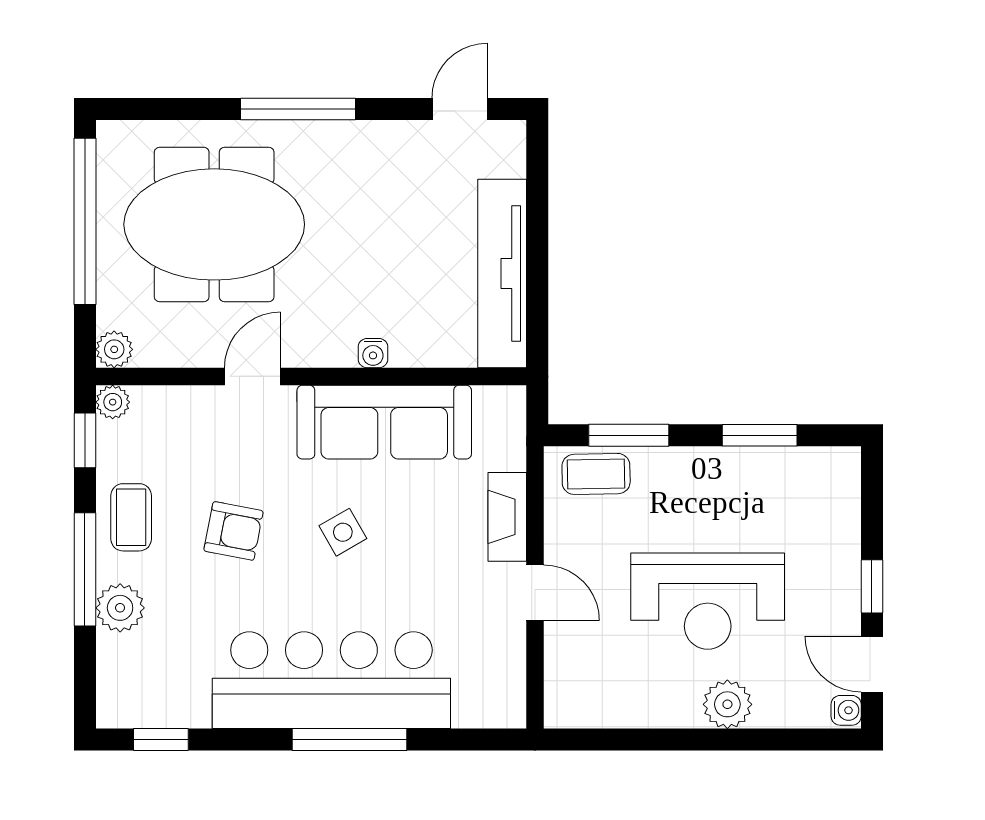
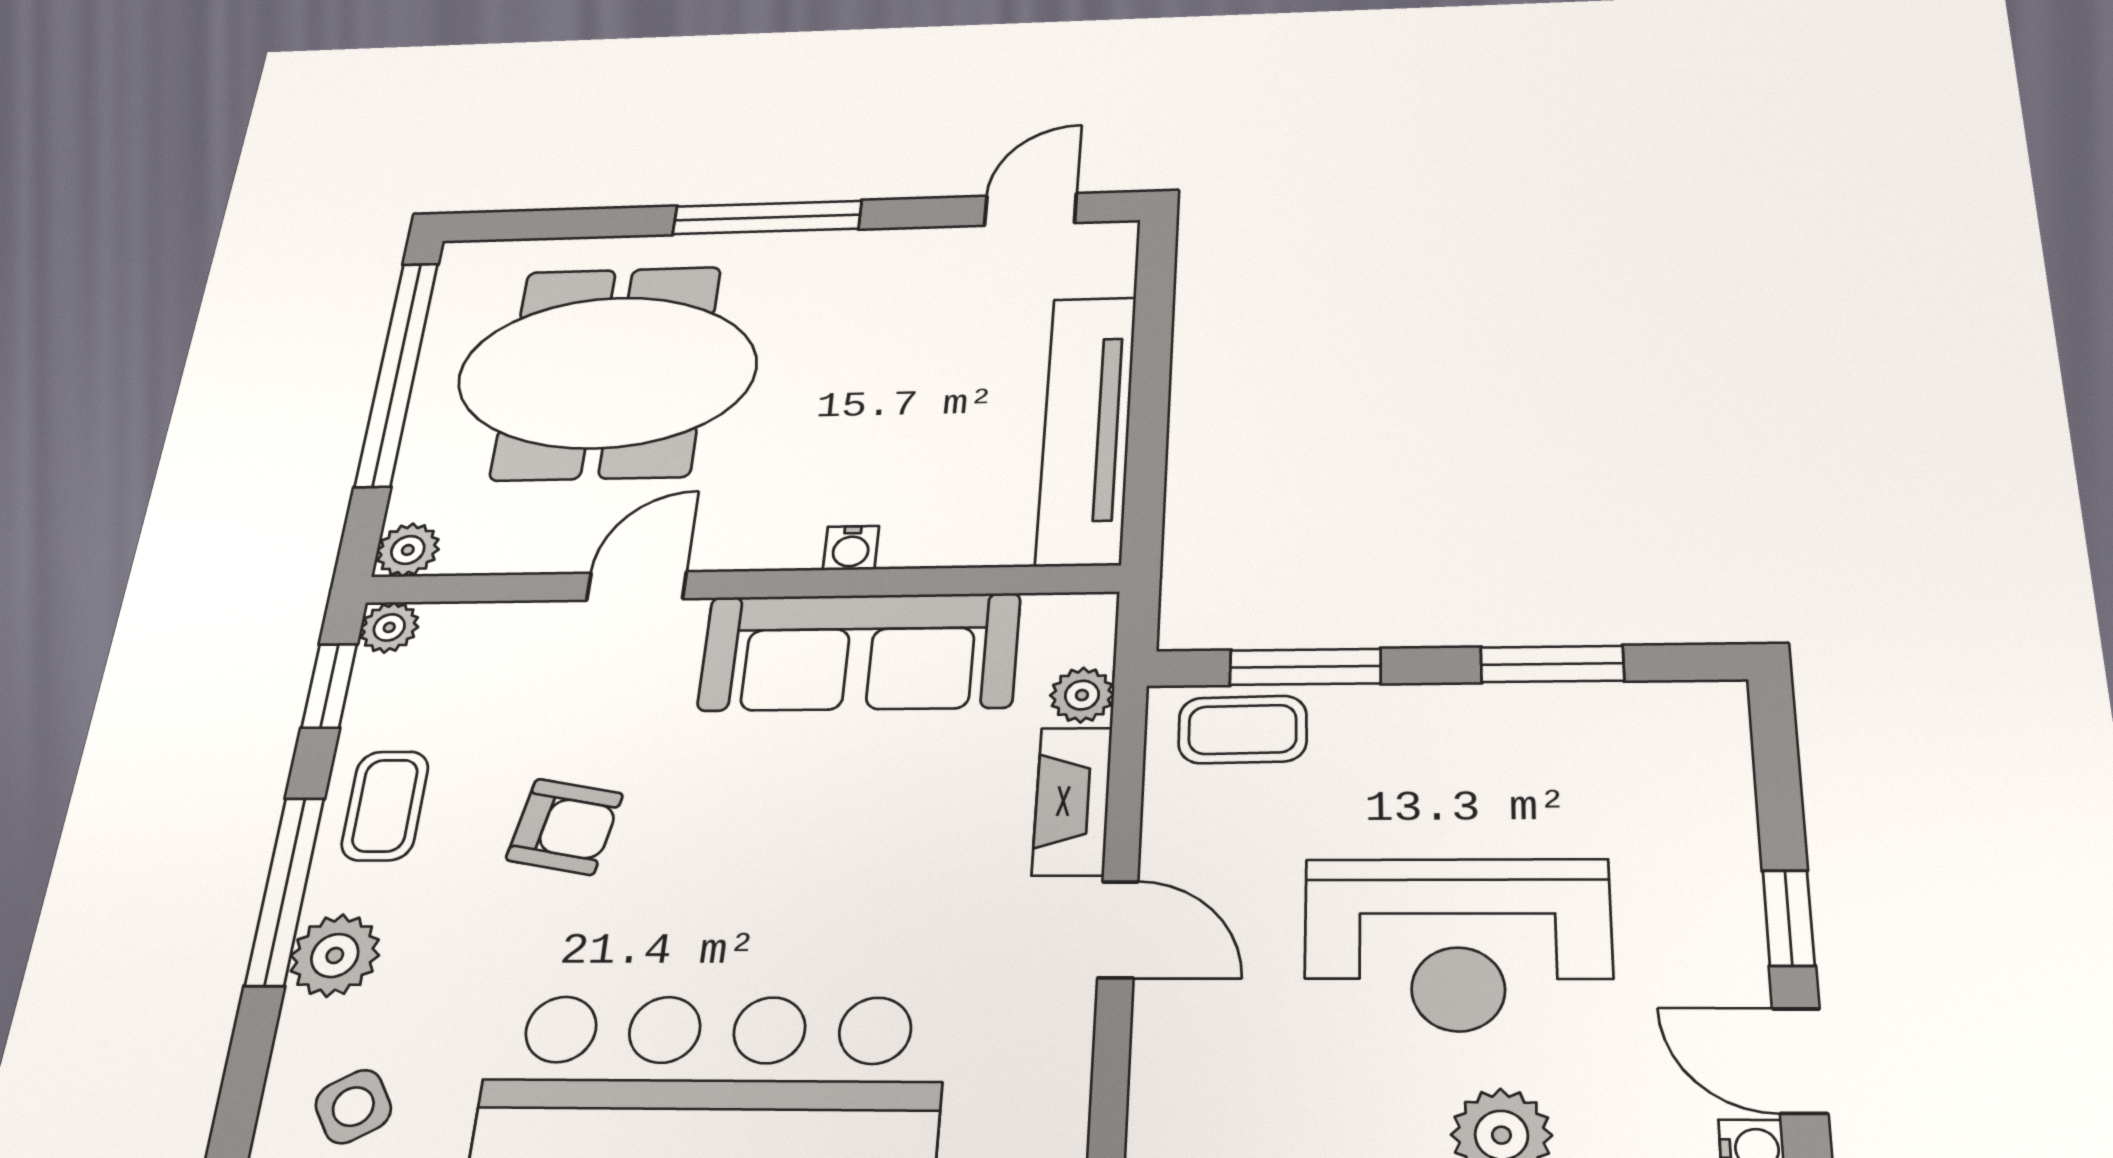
plant: (509, 452) -> (1082, 695), added
side table: (343, 532) -> (353, 1107), moved

